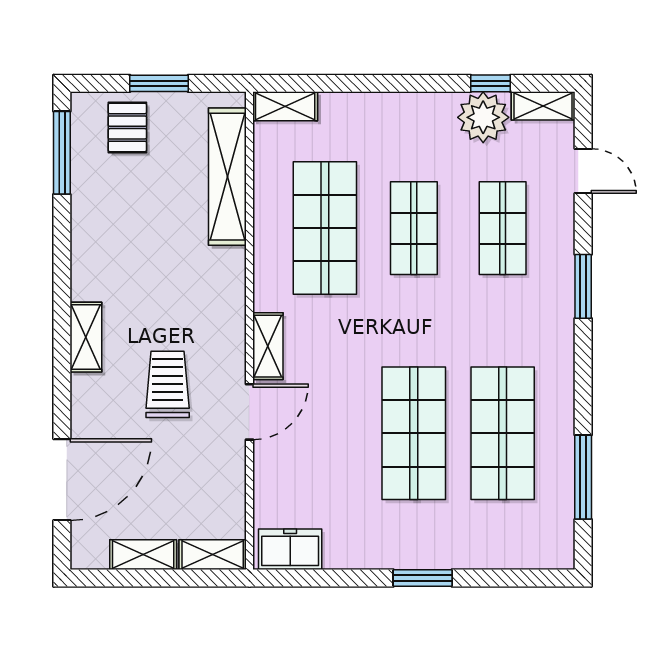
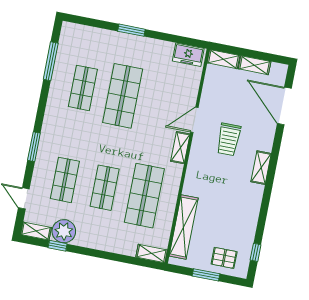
pallet: (127, 127) -> (224, 258), turned 90
window: (62, 153) -> (256, 252), width x0.46
shop shelf: (503, 433) -> (83, 88), width x0.70, depth x0.74
door: (62, 480) -> (284, 106), hinge flipped

